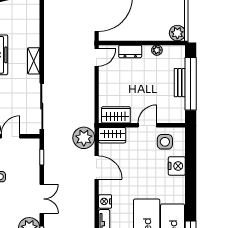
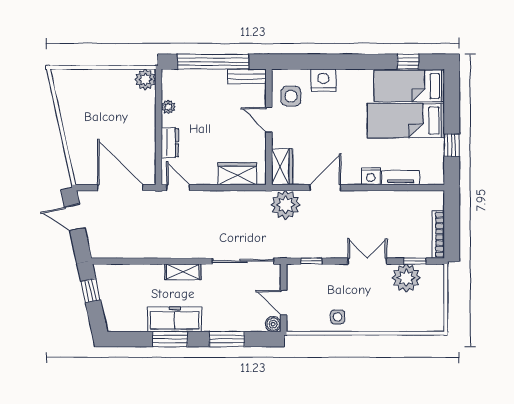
bench: (180, 83) -> (247, 76), moved
wardrobe: (116, 115) -> (237, 174), moved, turned 90

